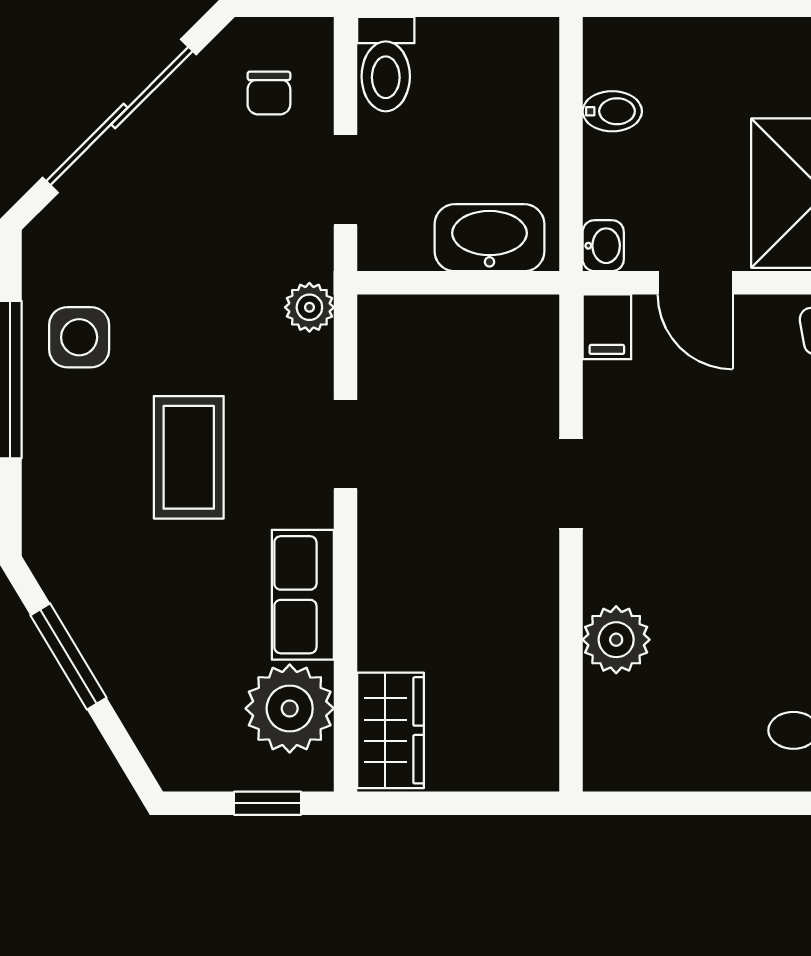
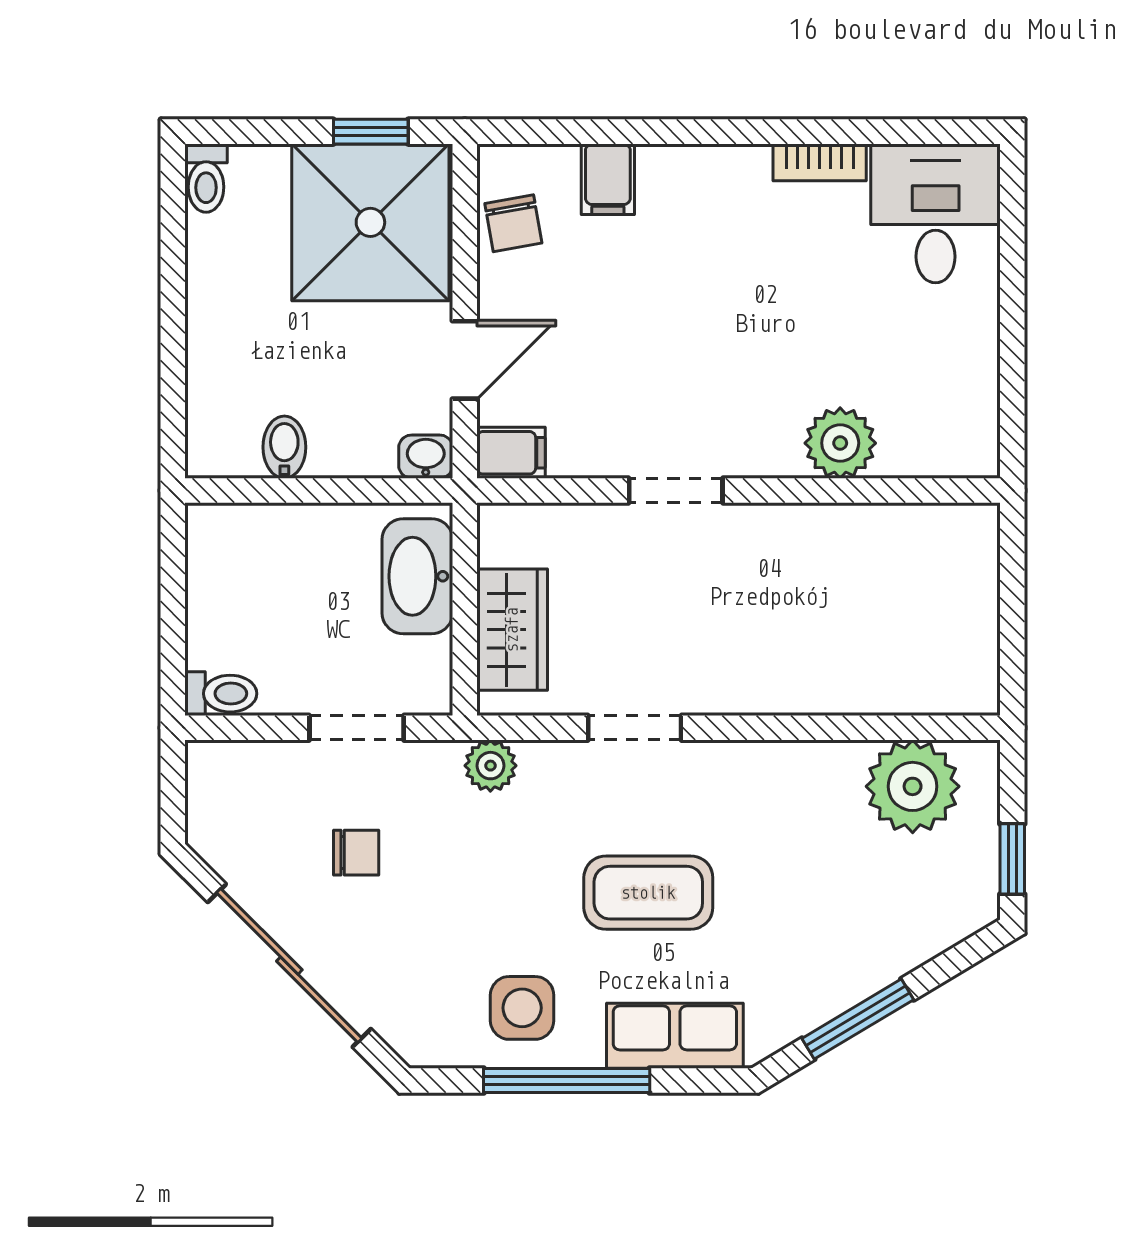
toilet: (386, 64) -> (221, 694), width x0.73, depth x0.72
chair: (269, 93) -> (356, 853), moved
row of seats: (303, 595) -> (675, 1036), moved, turned 180
wardrobe: (390, 730) -> (512, 630), moved, turned 90
window: (268, 803) -> (1012, 859), moved

